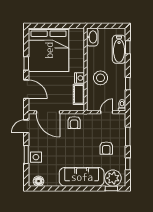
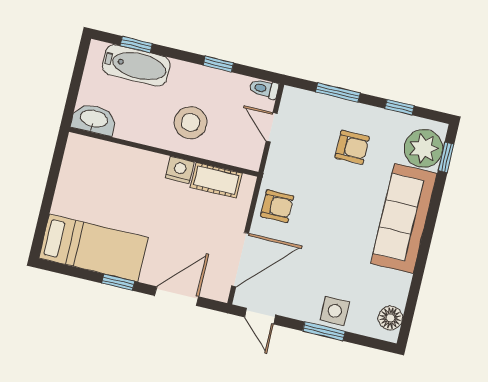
bed: (49, 50) -> (93, 248), width x0.49

